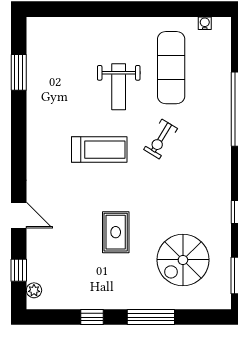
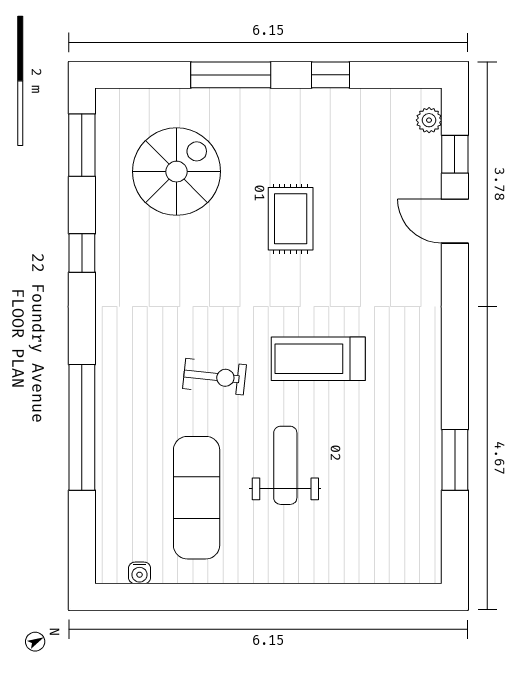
window: (19, 72) -> (455, 460), moved
exercise bike: (161, 139) -> (215, 377), turned 65
door: (19, 215) -> (455, 221), moved

